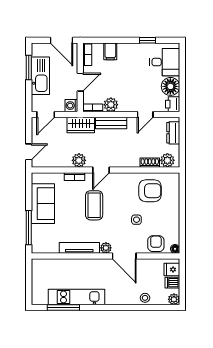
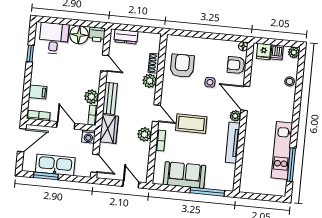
plant: (167, 160) -> (150, 81), moved
door: (124, 256) -> (245, 98), swing flipped

